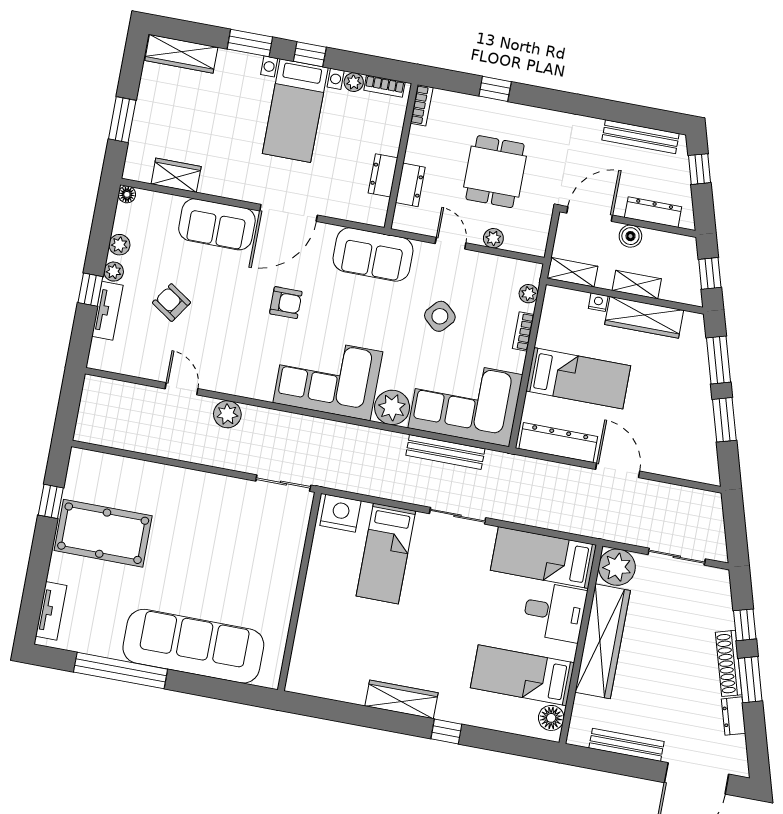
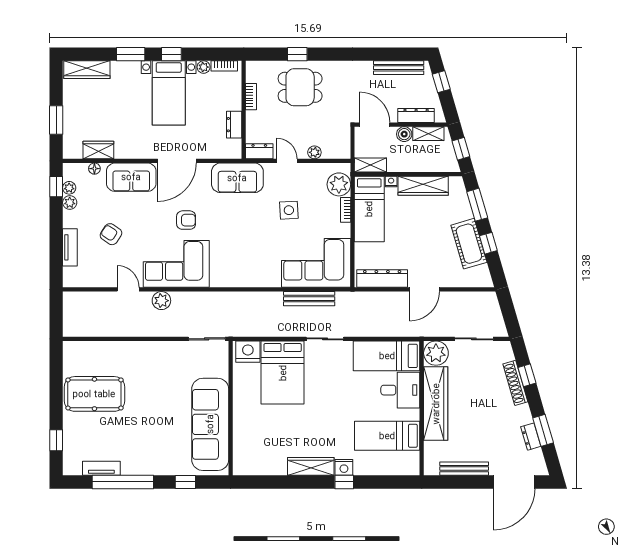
bookcase: (422, 105) -> (251, 97), moved
dining table: (495, 172) -> (300, 87), moved, turned 90
dresser: (410, 185) -> (259, 151), moved, turned -90
floor lamp: (127, 194) -> (94, 169), moved
door: (590, 214) -> (375, 125), hinge flipped
plant: (114, 272) -> (69, 188), moved
shelving: (637, 285) -> (428, 134), moved
window: (90, 290) -> (56, 187), moved
plant: (529, 294) -> (339, 184), width x1.87, depth x1.87
side table: (440, 316) -> (289, 210), turned 45
corner sofa: (328, 377) -> (176, 264), moved
bed: (578, 378) -> (369, 209), moved, turned 90
plant: (392, 407) -> (269, 276), removed
cot: (696, 415) -> (469, 244), added
window: (724, 420) -> (488, 243), width x0.67
door: (618, 470) -> (425, 289), swing flipped
window: (51, 501) -> (56, 440), moved
bed: (386, 554) -> (283, 373), width x1.50
tv unit: (51, 611) -> (101, 468), moved, turned -90
sofa: (193, 646) -> (210, 424), moved, turned -90
shoe rack: (729, 663) -> (515, 383), moved
window: (750, 680) -> (543, 430), moved
window: (213, 688) -> (185, 482), added
nightstand: (450, 710) -> (344, 467), added
floor lamp: (551, 718) -> (411, 460), removed

